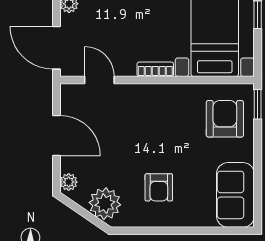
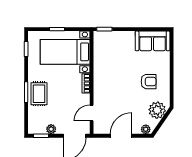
armchair: (225, 119) -> (112, 46), removed

